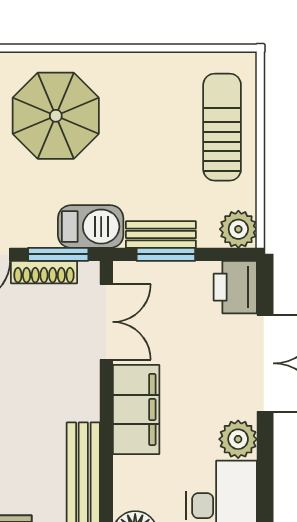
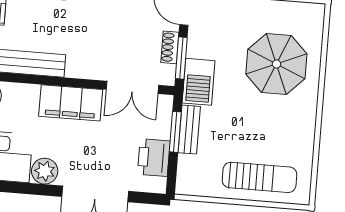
plant: (238, 229) -> (189, 183), removed
shoe rack: (44, 272) -> (170, 47), width x0.70
printer: (235, 287) -> (154, 158), moved, turned -90

